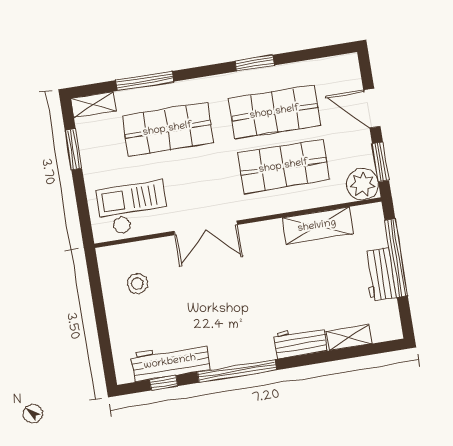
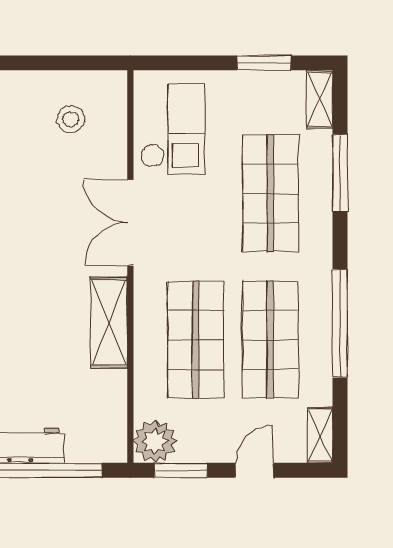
window: (255, 63) -> (340, 323), width x2.11
shelving: (338, 64) -> (320, 435), added
door: (372, 108) -> (254, 470), width x0.73
shelving: (317, 226) -> (109, 322), moved

